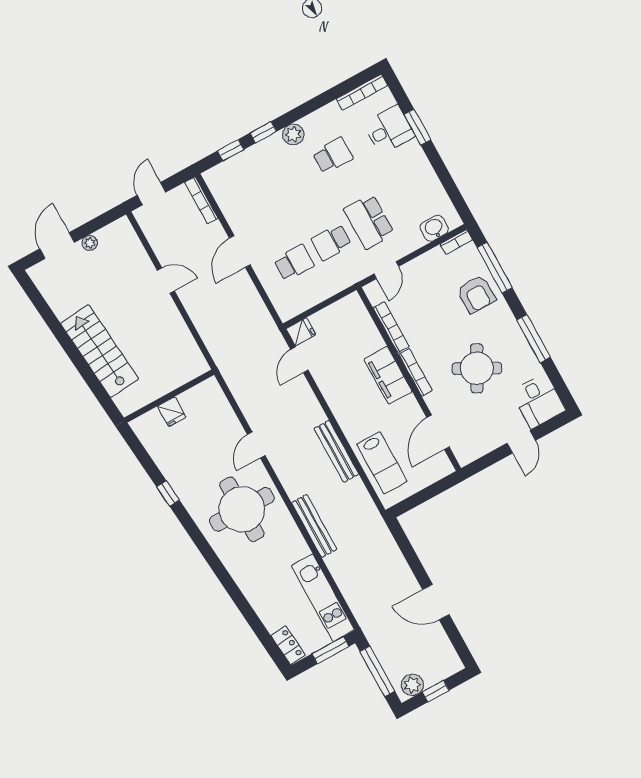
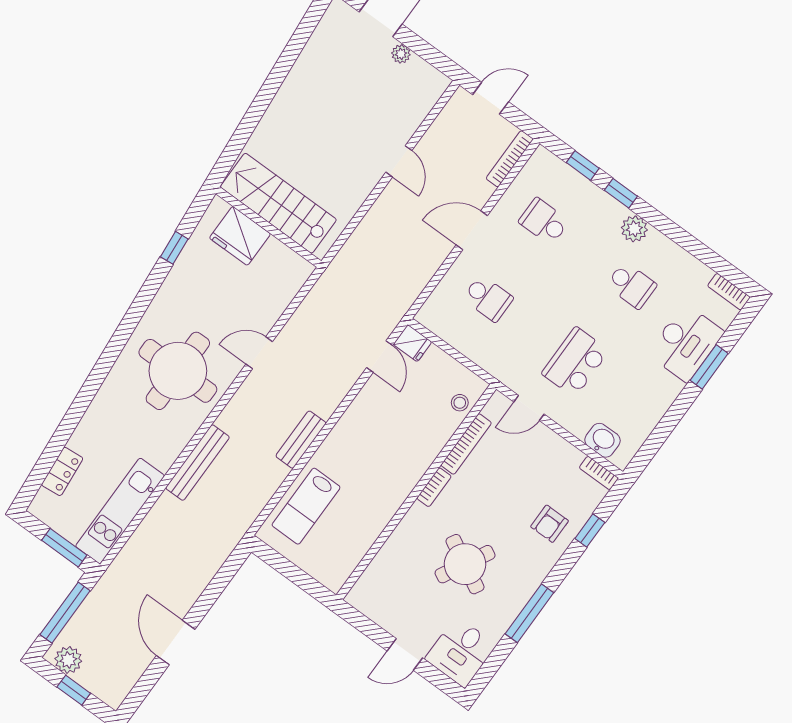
bookcase: (362, 92) -> (729, 292), width x0.64
desk: (389, 130) -> (686, 343), width x1.37
school desk: (331, 242) -> (544, 221), moved
window: (495, 268) -> (590, 531), width x0.46
armchair: (476, 294) -> (550, 524), width x0.72, depth x0.72
stool: (359, 318) -> (460, 403), added
stairs: (100, 351) -> (278, 203), moved, turned -85
door: (299, 360) -> (380, 356), swing flipped
bookcase: (415, 372) -> (434, 487), width x0.64
filing cabinet: (388, 375) -> (409, 466), removed
fridge: (172, 412) -> (240, 236), width x1.88, depth x1.34
door: (438, 432) -> (371, 554), removed
bench: (336, 451) -> (301, 440), width x0.73
window: (168, 494) -> (174, 248), moved
locker: (288, 645) -> (62, 471), moved

